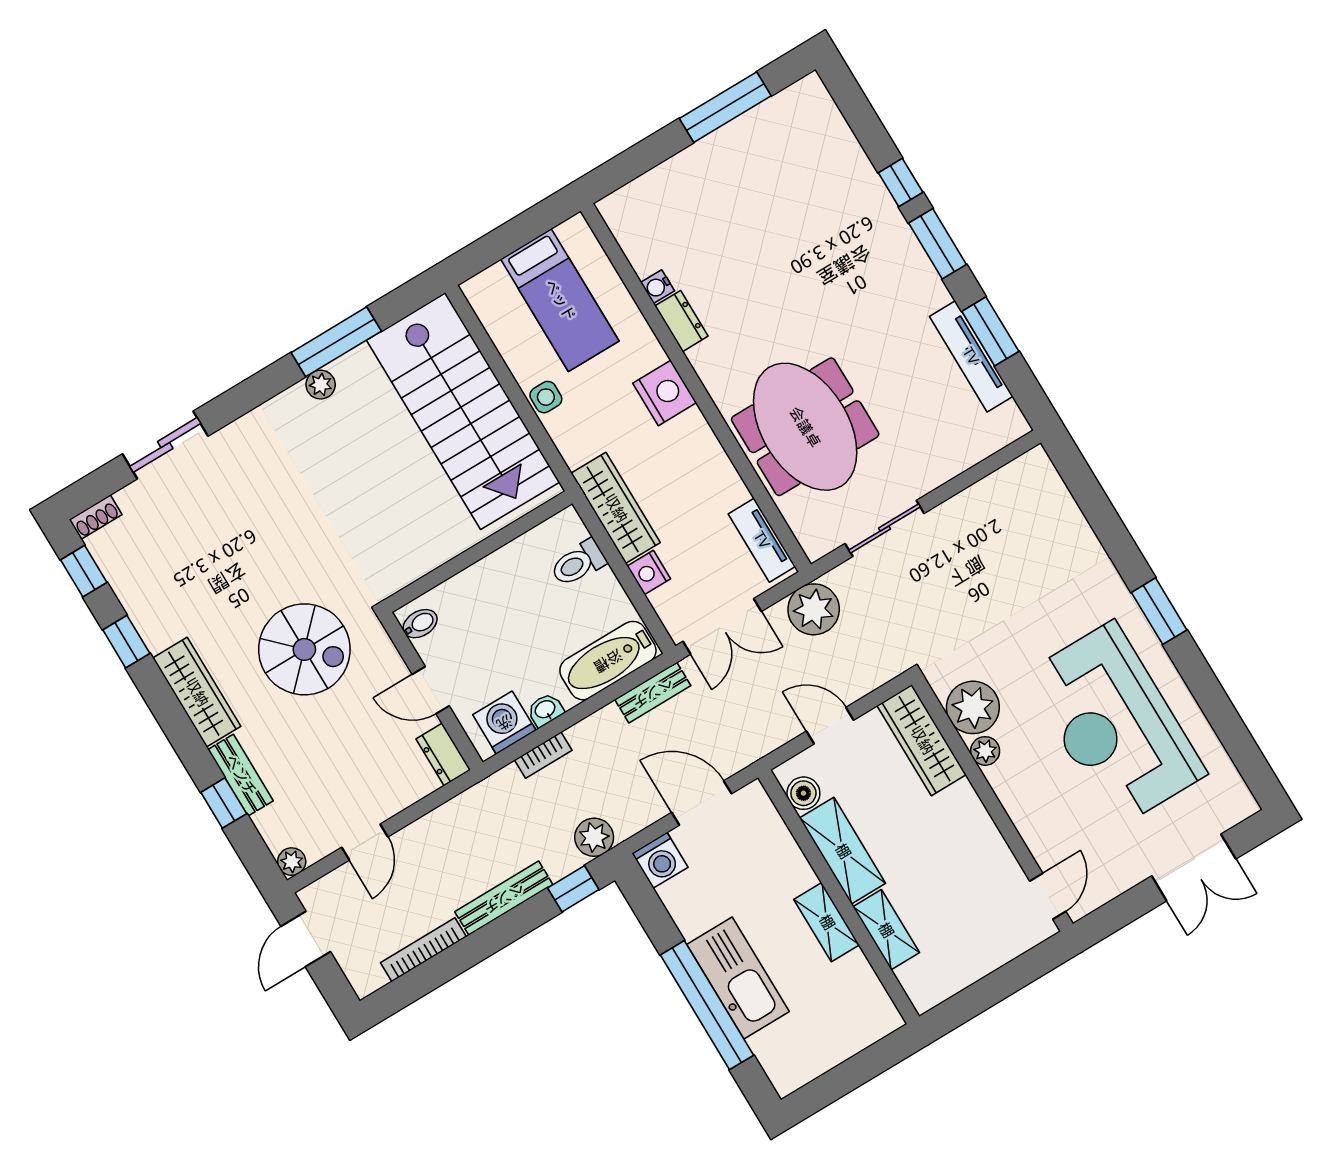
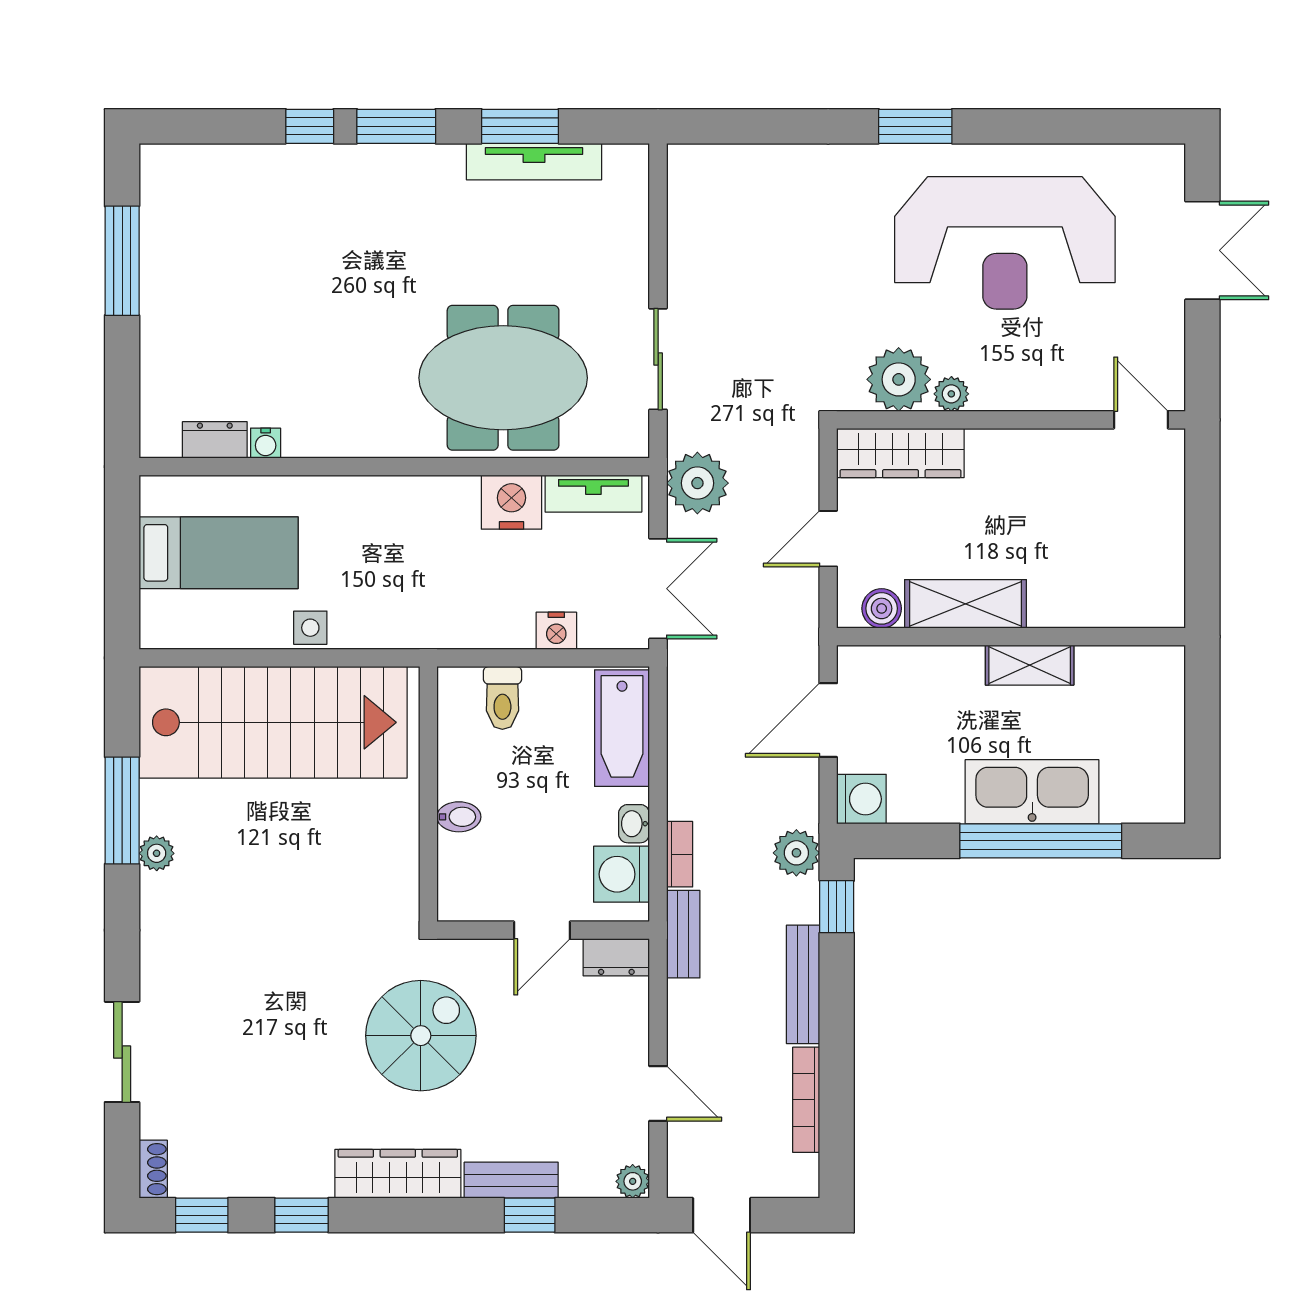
dresser: (681, 321) -> (215, 440), moved
nightstand: (665, 393) -> (512, 502), moved
wardrobe: (616, 508) -> (469, 625), removed
bidet: (420, 624) -> (459, 817), moved, turned 90
bench: (653, 693) -> (683, 934), moved
shelving: (886, 930) -> (1075, 608), removed

